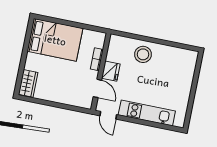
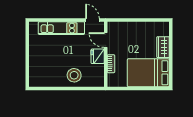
wardrobe: (28, 83) -> (163, 47), moved

